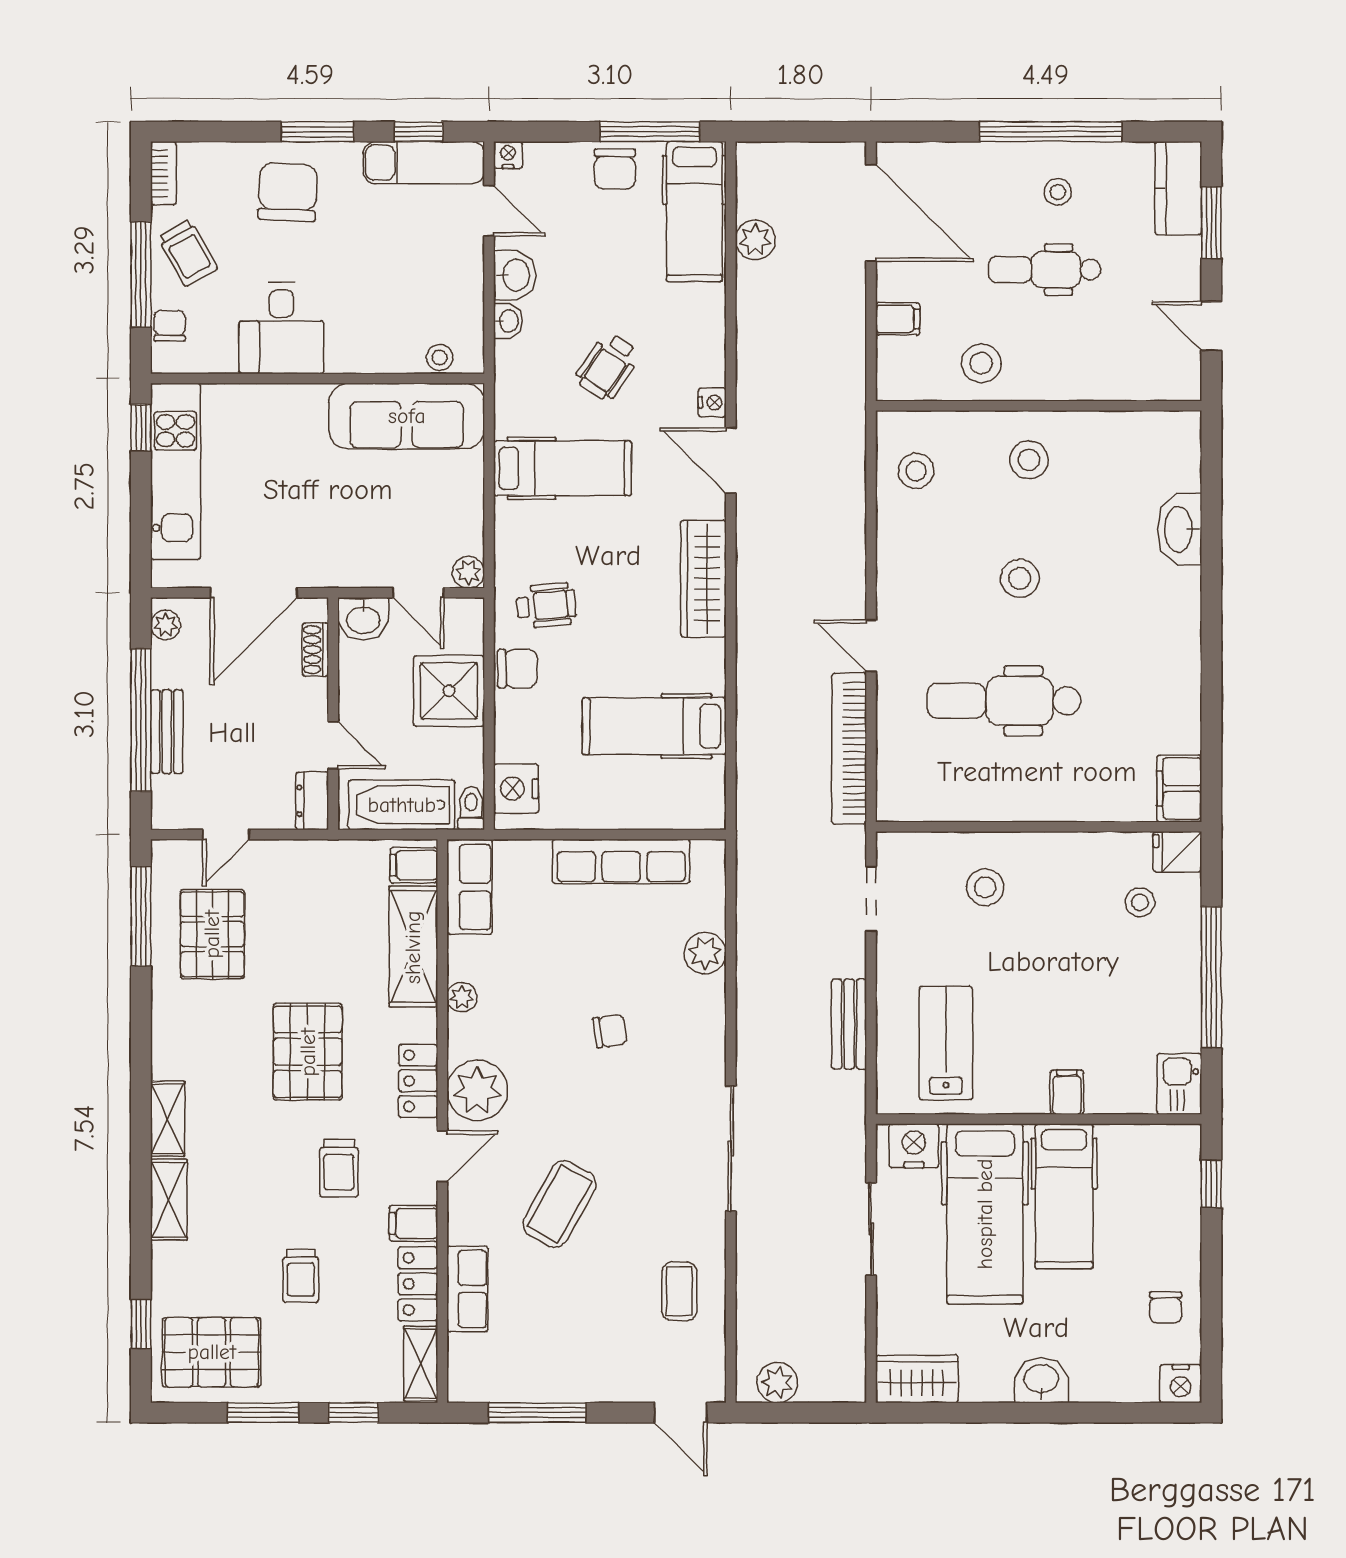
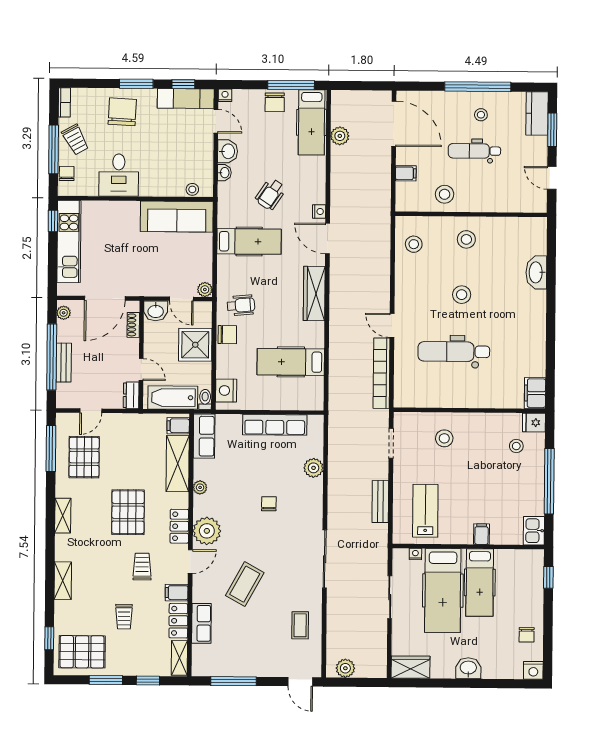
chair: (610, 1031) -> (269, 504), turned -82
shelving: (168, 1119) -> (63, 516), moved
nightstand: (914, 1146) -> (415, 554), width x0.53, depth x0.56
trolley: (339, 1168) -> (142, 567), turned 180

